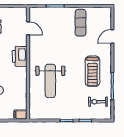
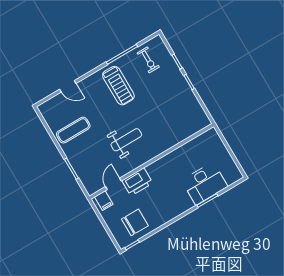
printer: (20, 56) -> (137, 182), moved
treadmill: (93, 71) -> (118, 86), turned 90
weight bench: (50, 81) -> (126, 140), moved, width x0.73, depth x0.75
filing cabinet: (20, 115) -> (104, 201), moved

